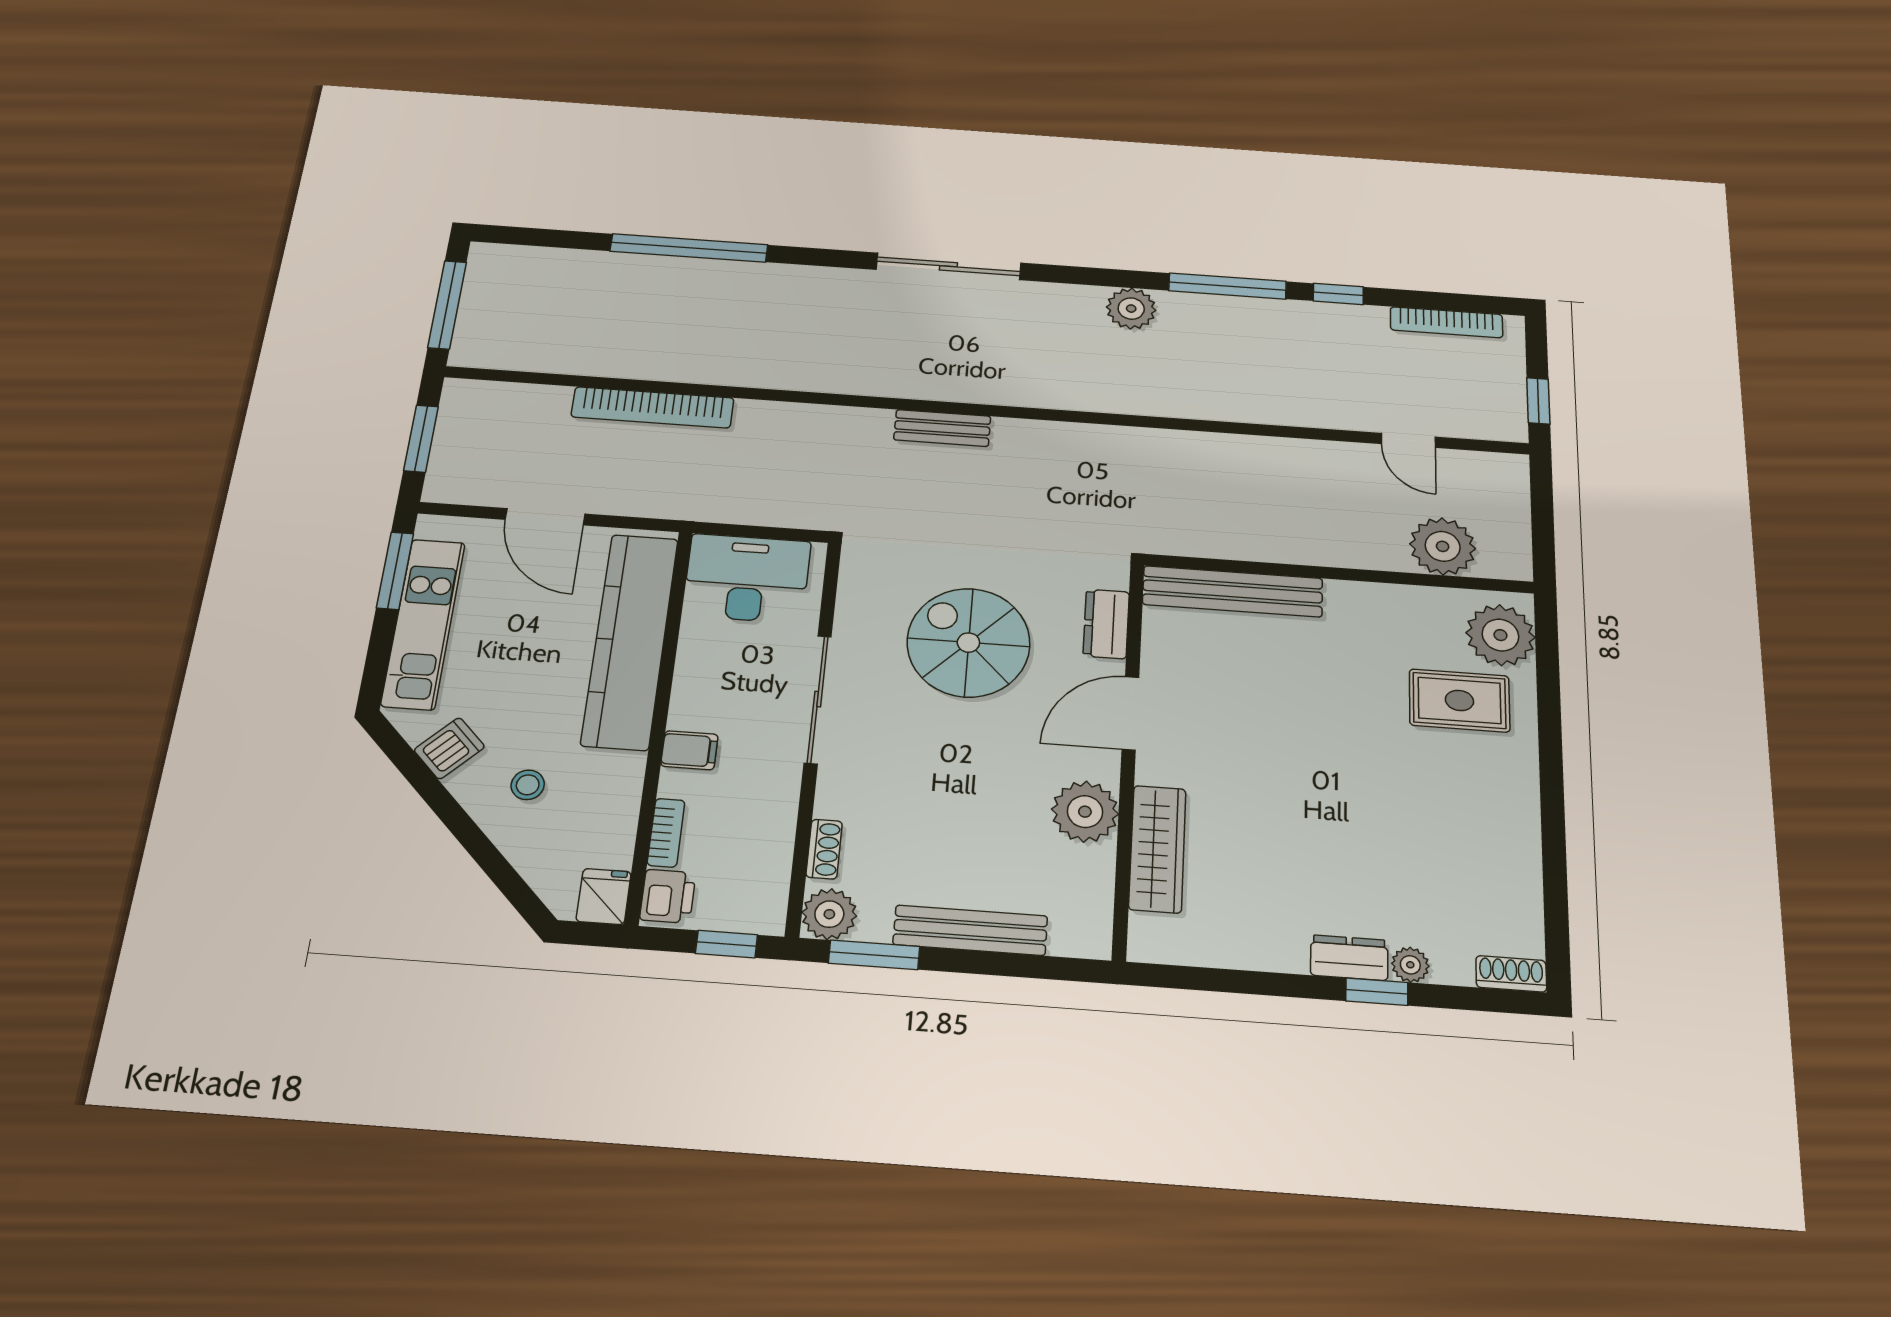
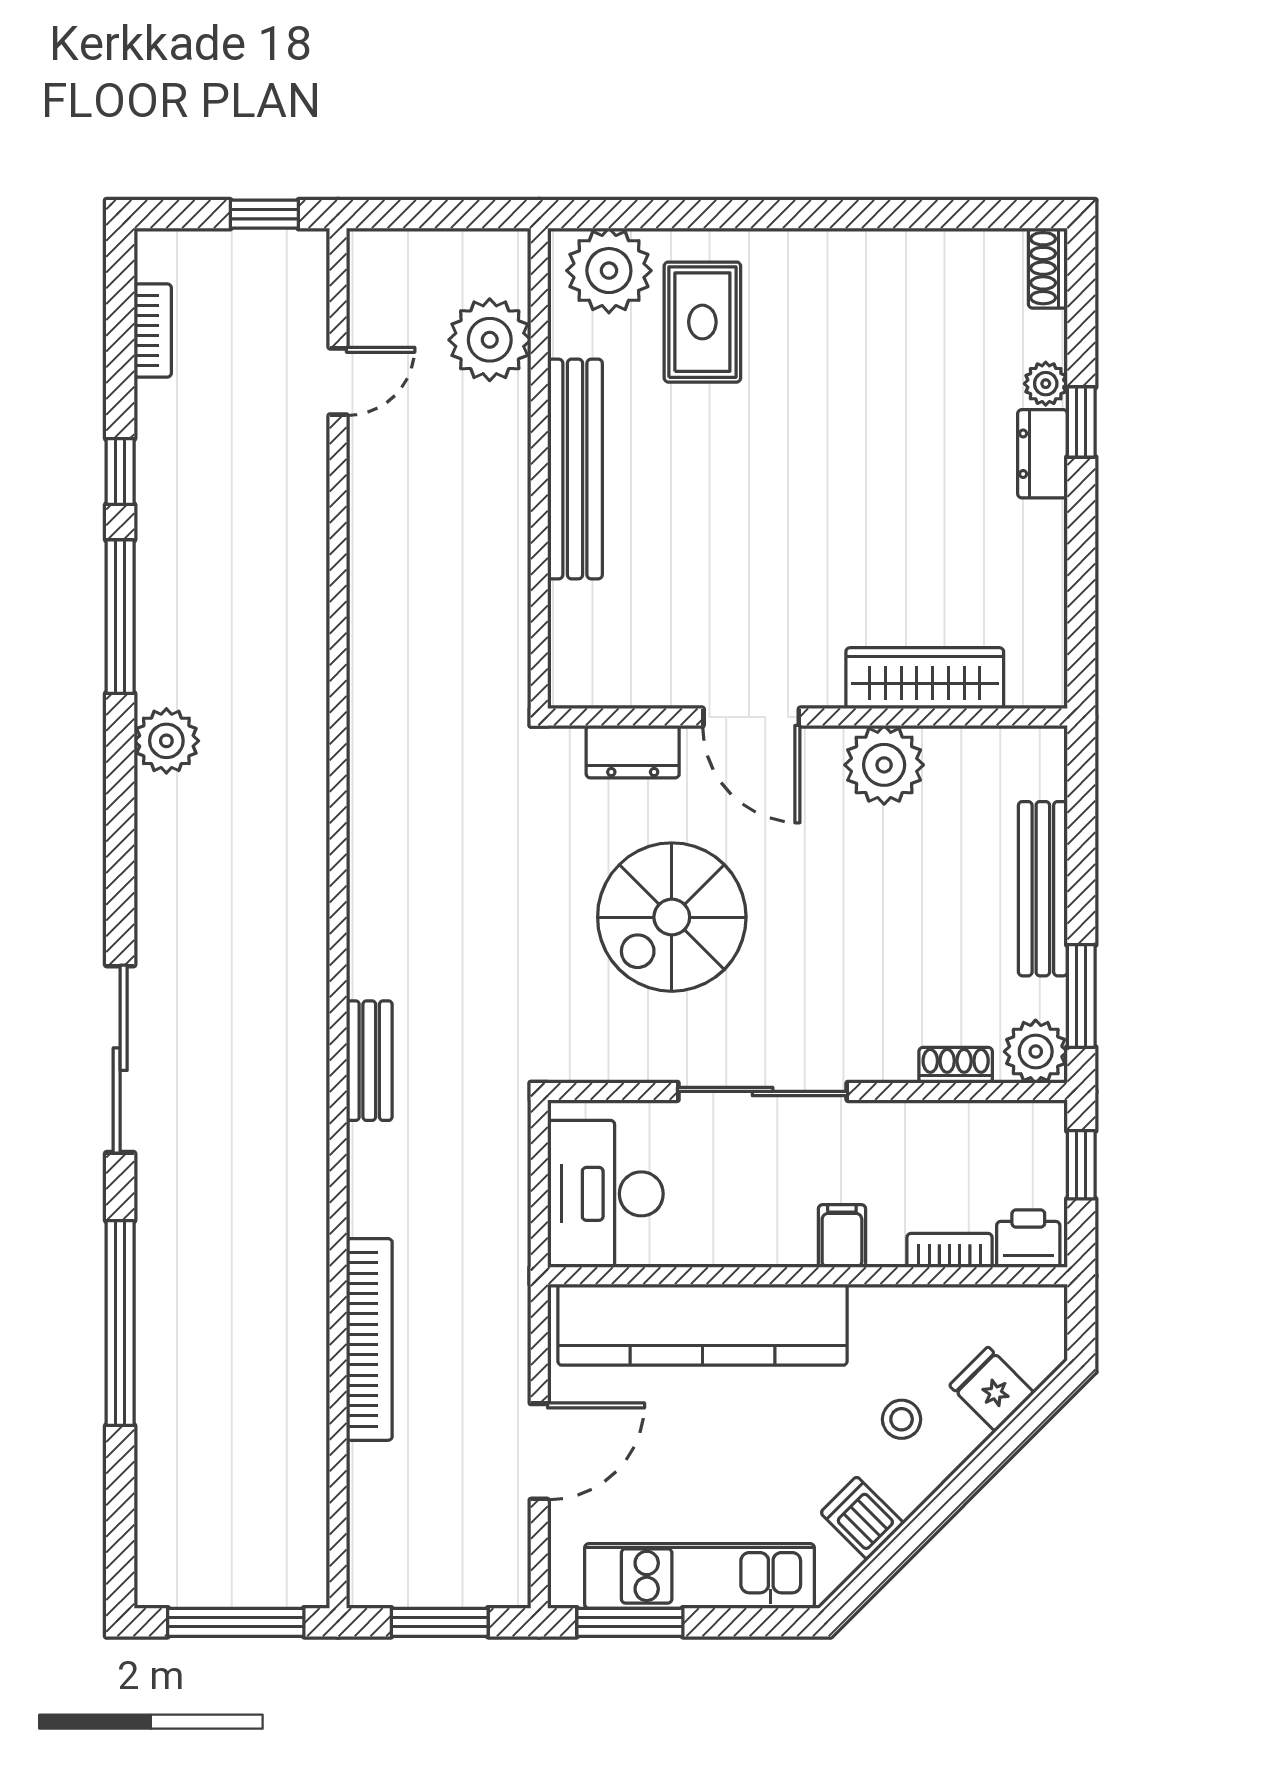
sliding door: (948, 266) -> (120, 1059), moved
bookcase: (1446, 322) -> (153, 330), width x0.64
bench: (942, 428) -> (369, 1061), moved
bench: (1233, 591) -> (575, 469), moved
fridge: (604, 896) -> (992, 1389), moved, turned 45

